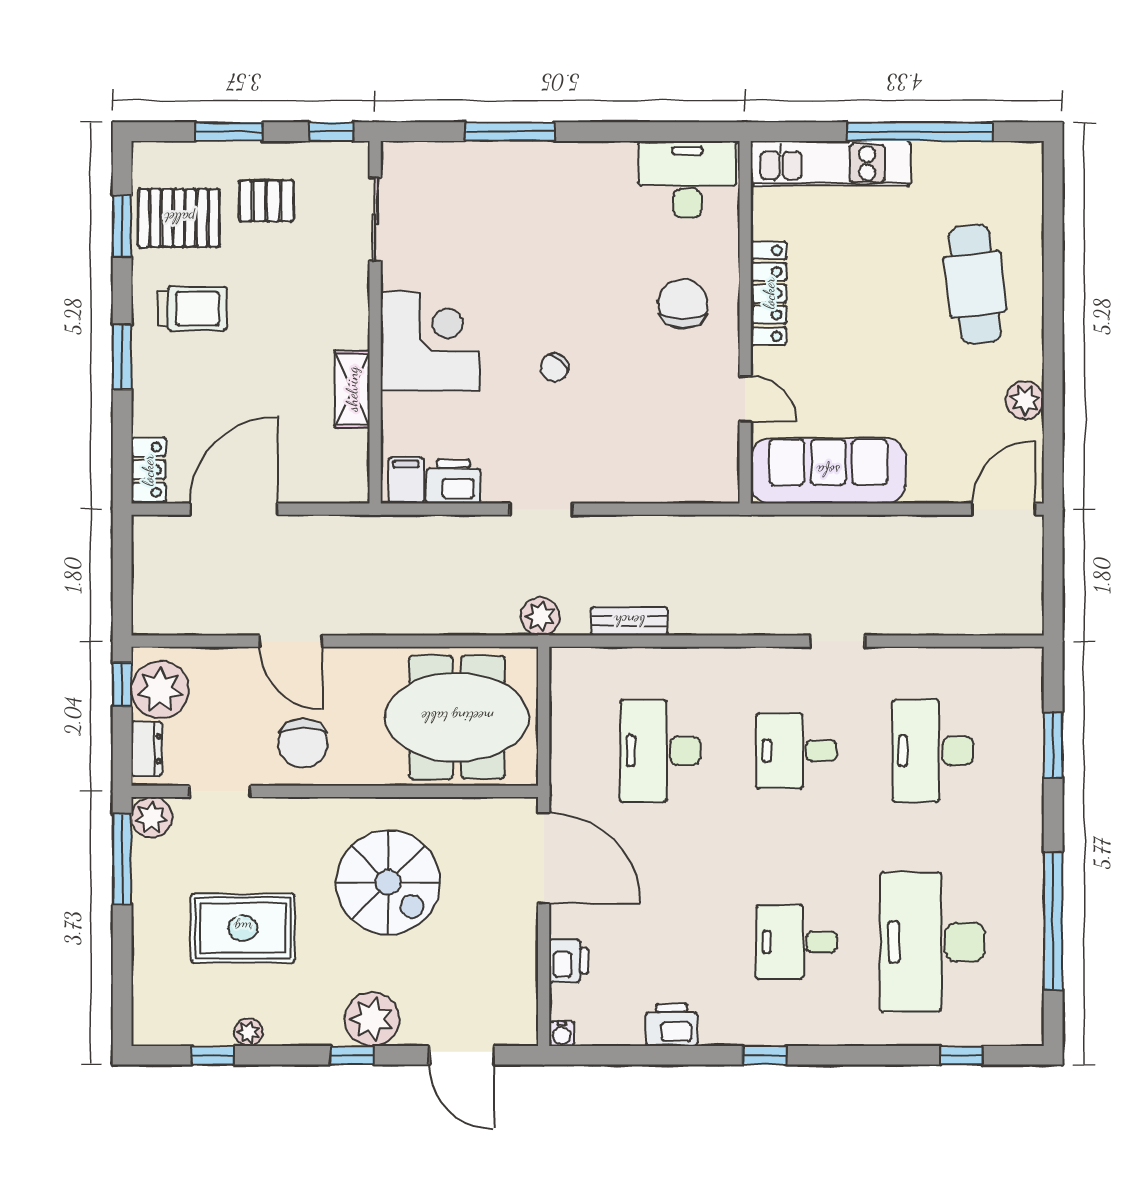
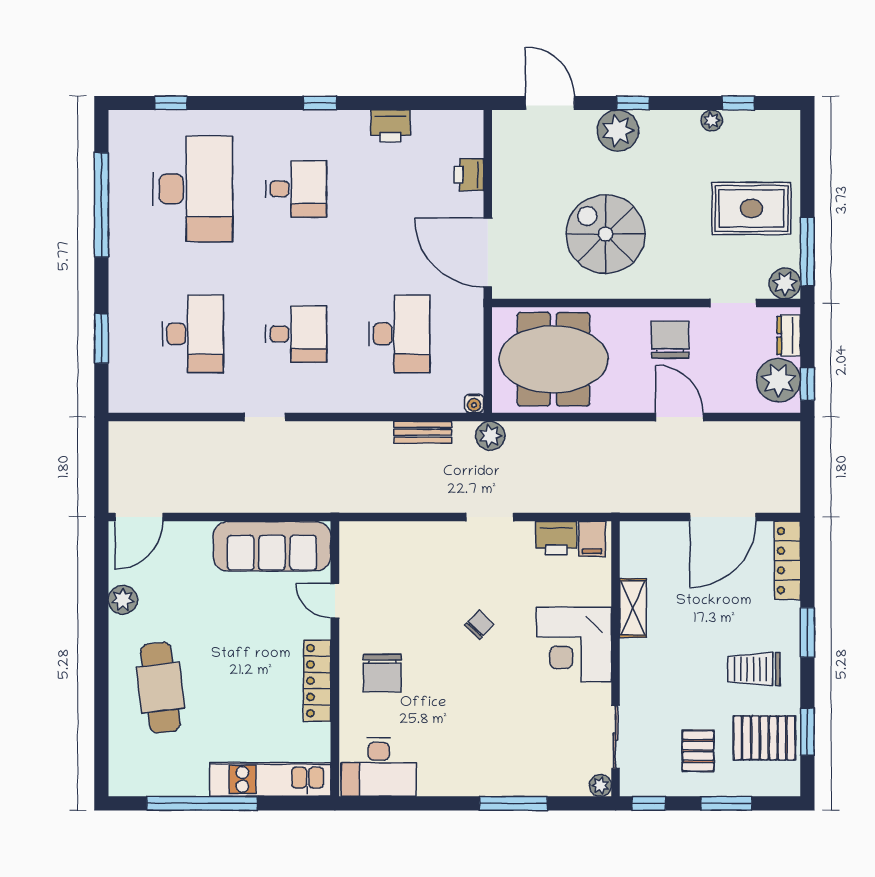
plant: (395, 155) -> (600, 785), added
pallet: (266, 201) -> (698, 751), turned 90
locker: (148, 470) -> (787, 561), width x1.53
rug: (243, 928) -> (751, 208), moved
water cooler: (562, 1034) -> (474, 403), moved, turned 180

